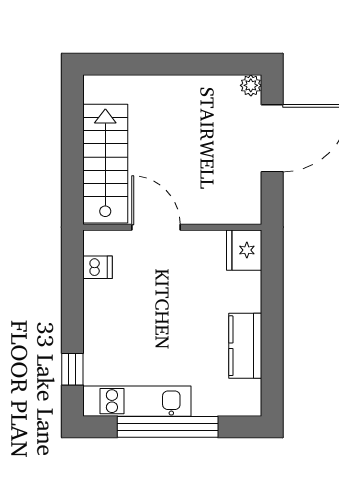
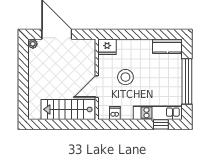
stool: (177, 291) -> (125, 77), added
kitchen counter: (245, 346) -> (167, 46), moved
kitchen unit: (137, 401) -> (158, 113), moved, turned 90

